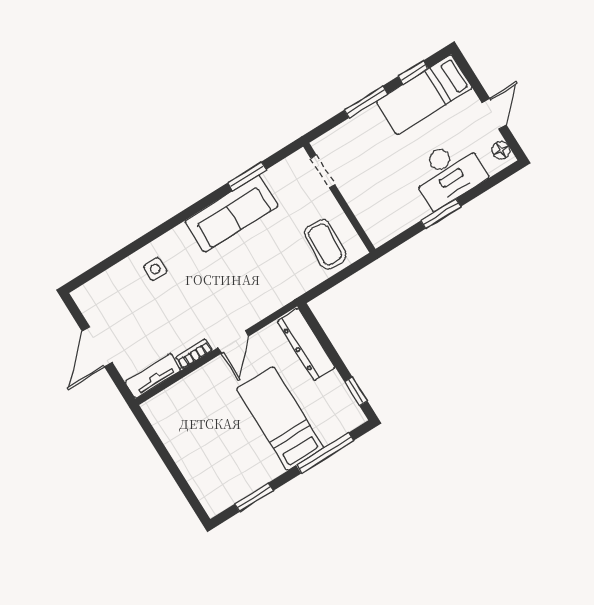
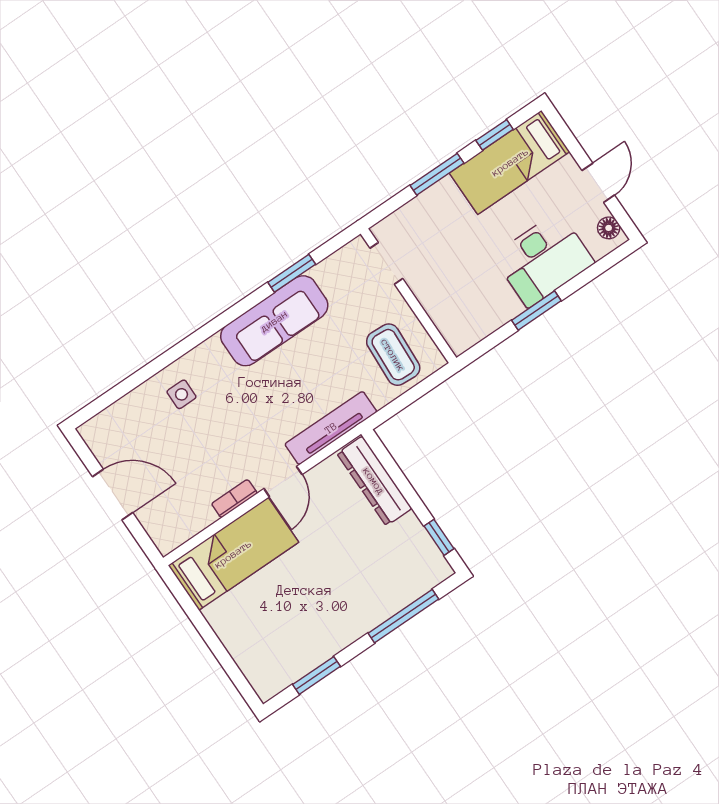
door: (97, 347) -> (113, 495), swing flipped
tv unit: (153, 376) -> (331, 428), moved, width x1.41
bed: (280, 418) -> (233, 554), moved, turned 90

